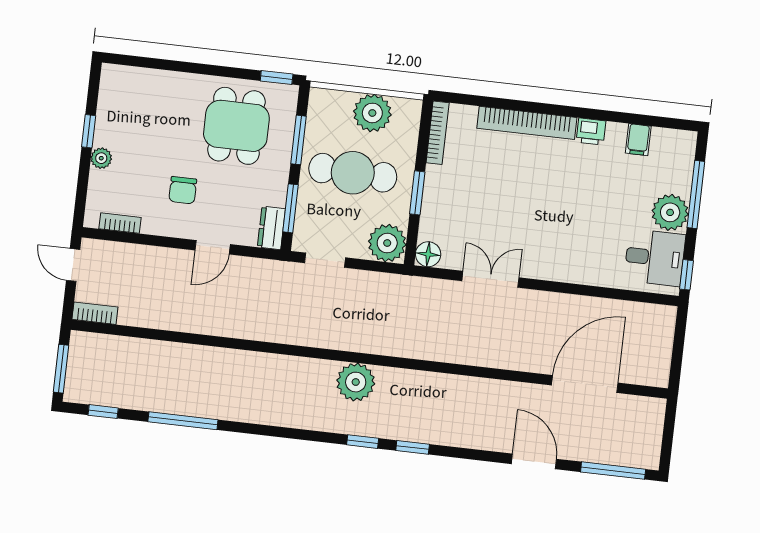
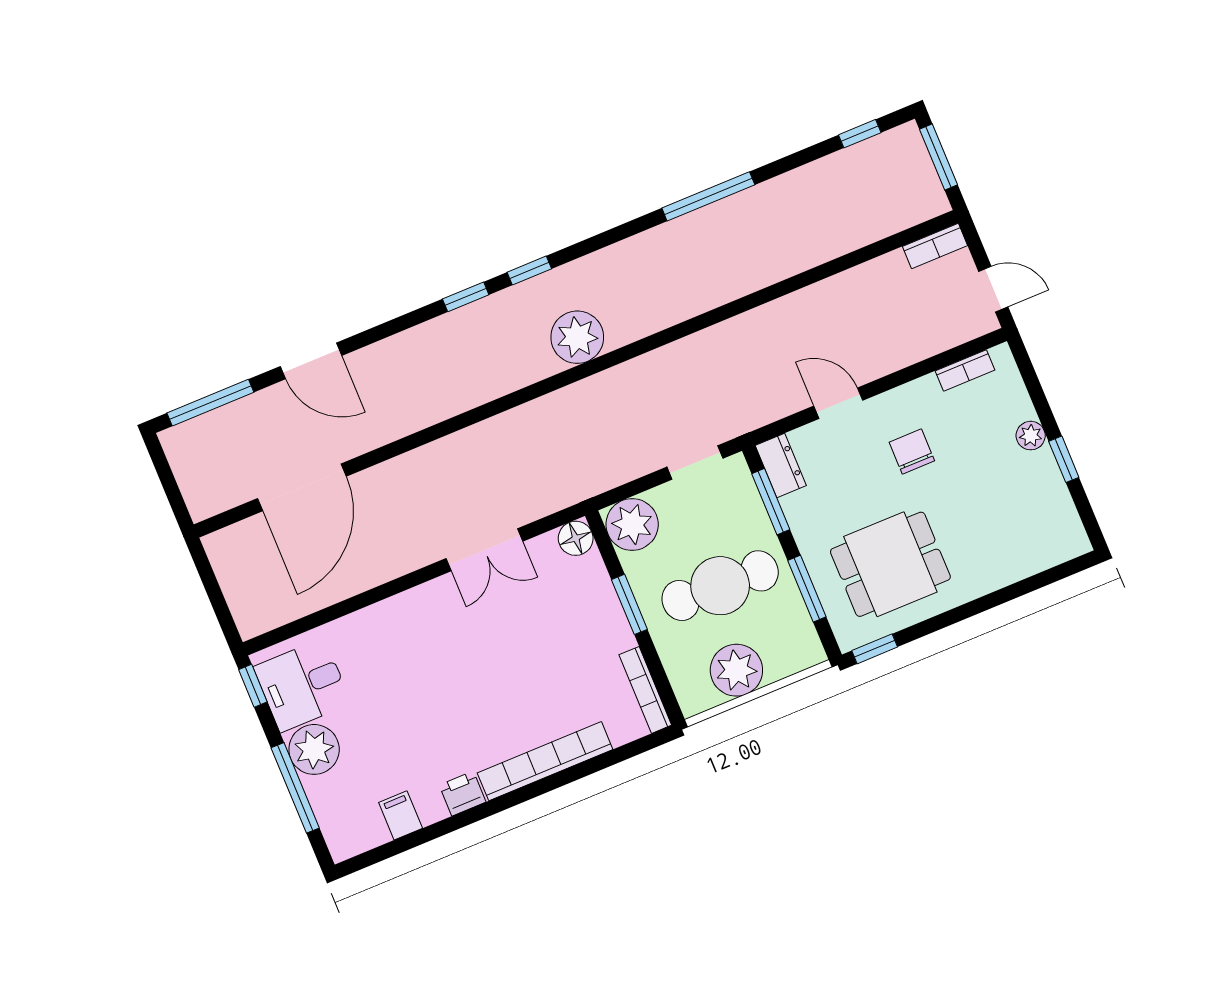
dining table: (236, 126) -> (890, 564), turned 90
door: (213, 247) -> (838, 403), hinge flipped
window: (183, 421) -> (708, 196), moved

